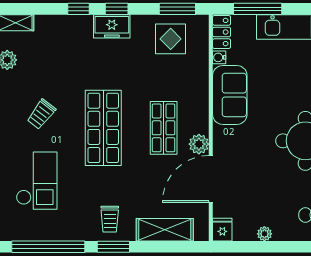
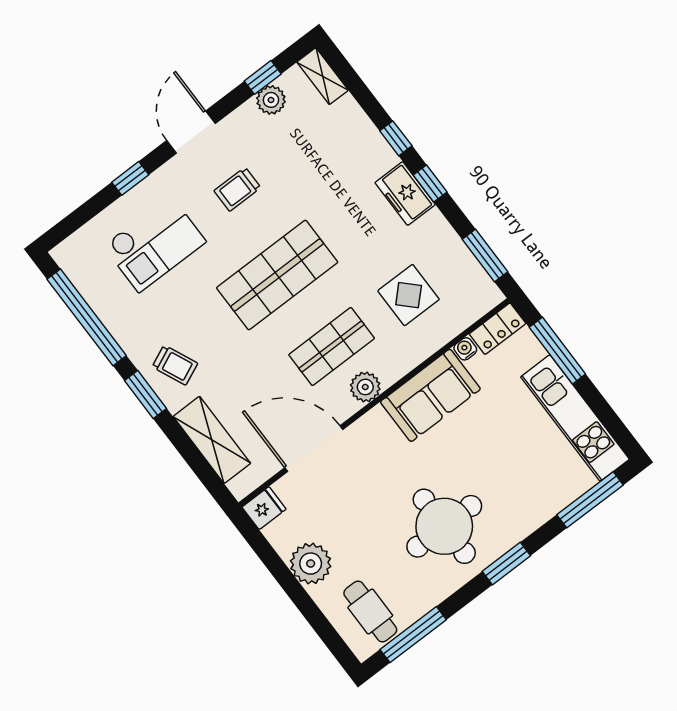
display table: (171, 39) -> (409, 295), moved
trolley: (41, 114) -> (237, 189), turned -38
plant: (199, 144) -> (365, 387), moved
trolley: (110, 219) -> (175, 365), turned -114
plant: (264, 234) -> (311, 564), width x1.88, depth x1.88

